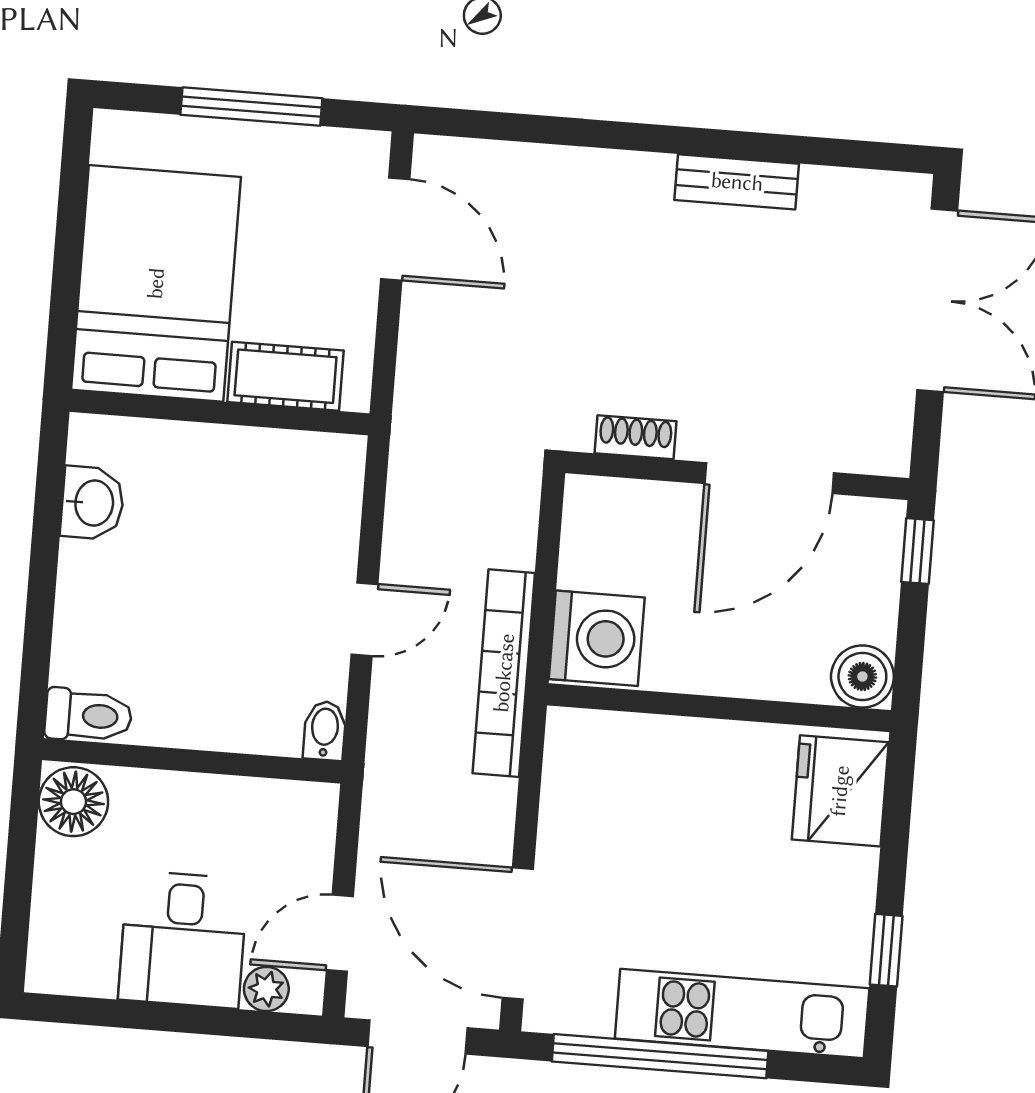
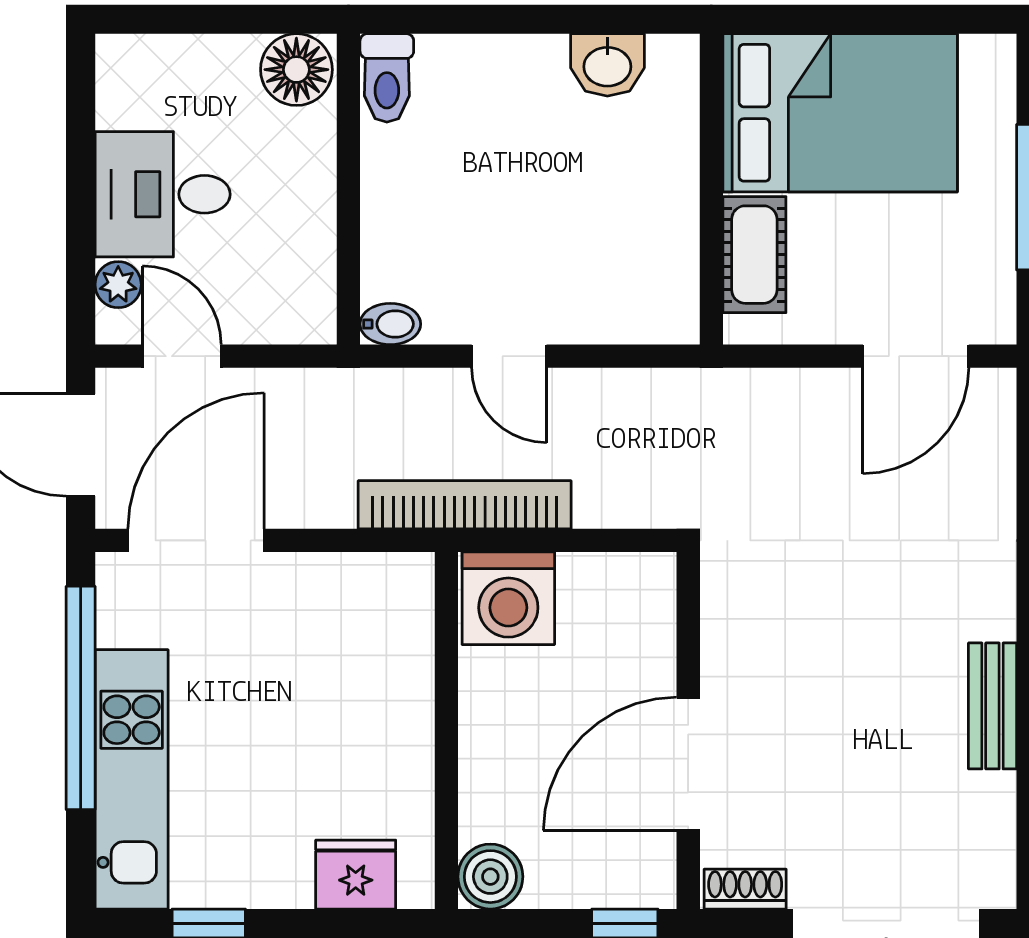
shoe rack: (635, 437) -> (745, 889), moved, turned -90
door: (769, 478) -> (688, 764), hinge flipped
fridge: (840, 791) -> (356, 875), width x0.73, depth x0.75

